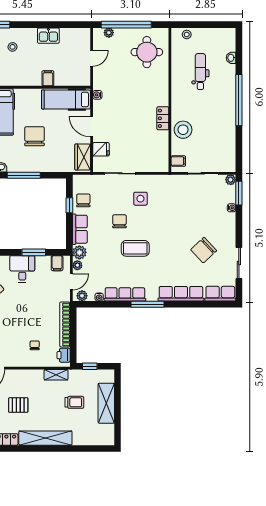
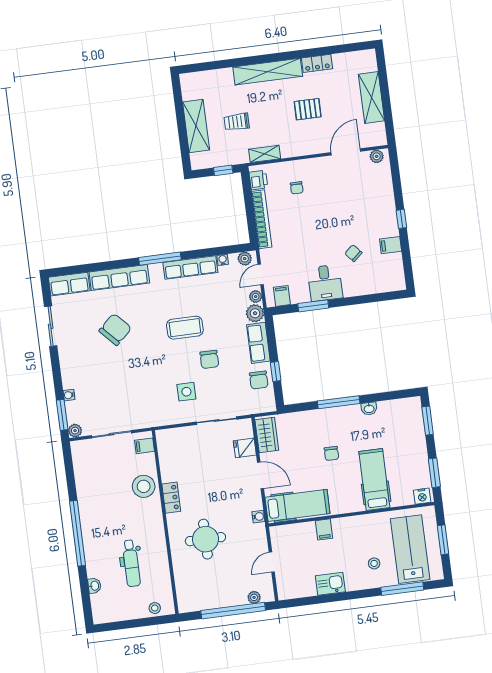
round table: (147, 52) -> (205, 539), moved
chair: (34, 136) -> (331, 453), width x0.54, depth x0.54
chair: (204, 250) -> (115, 329), moved

